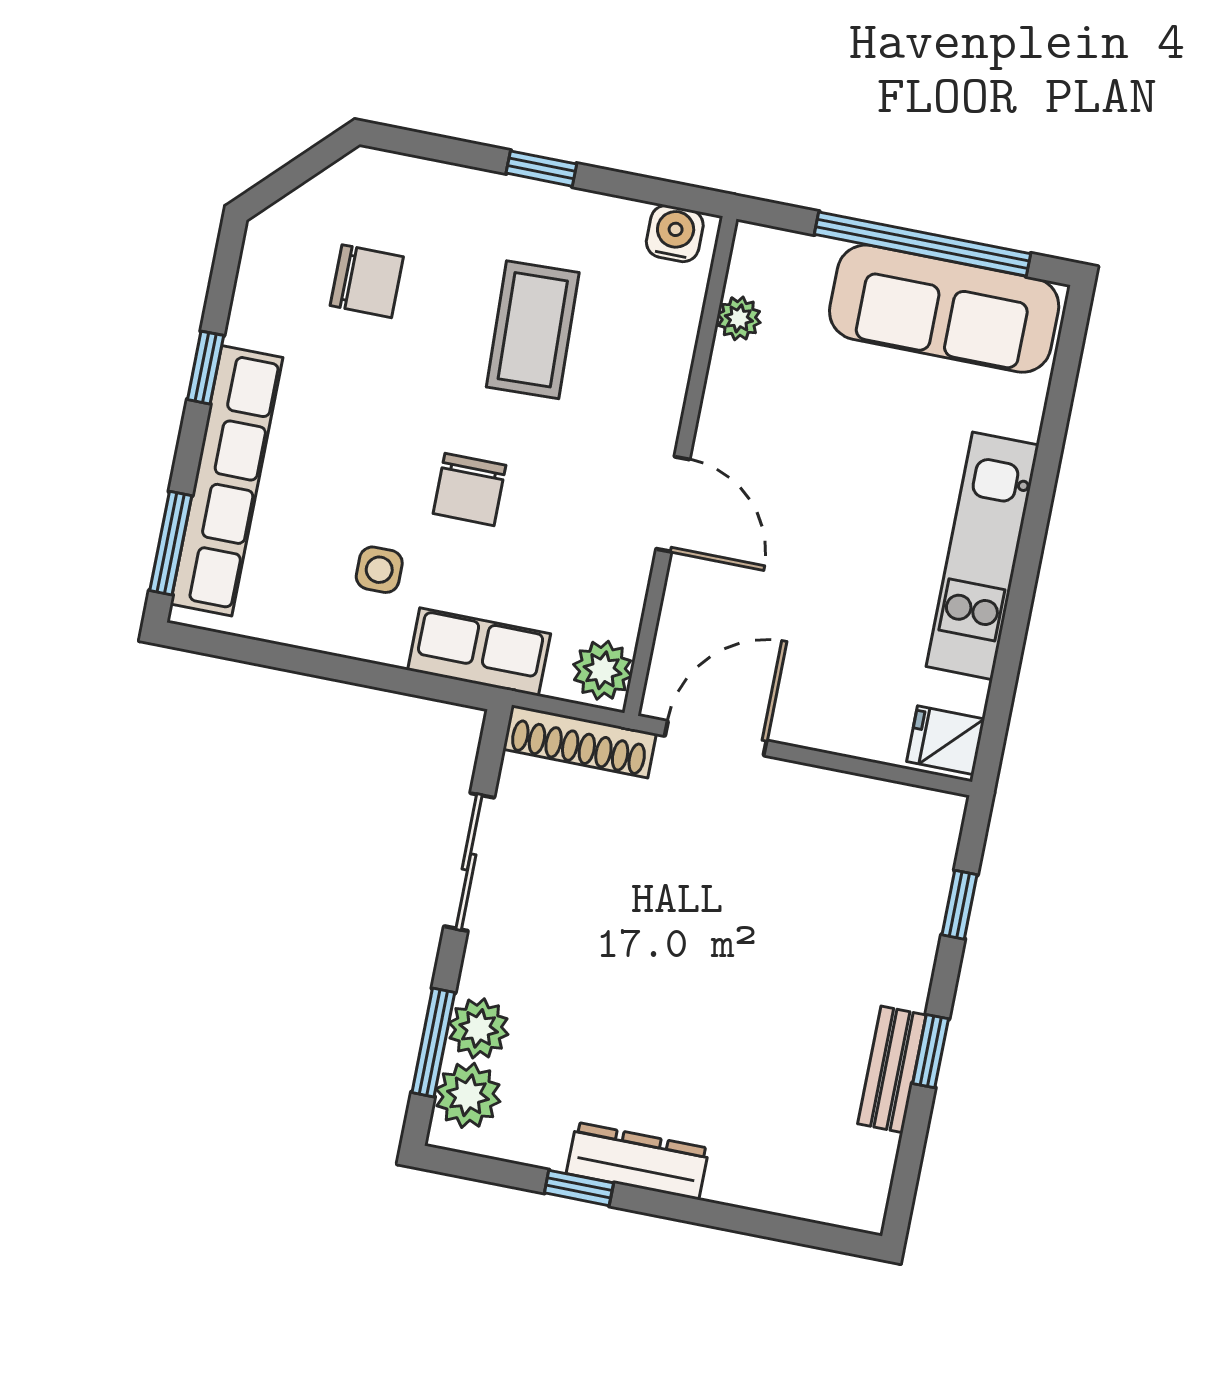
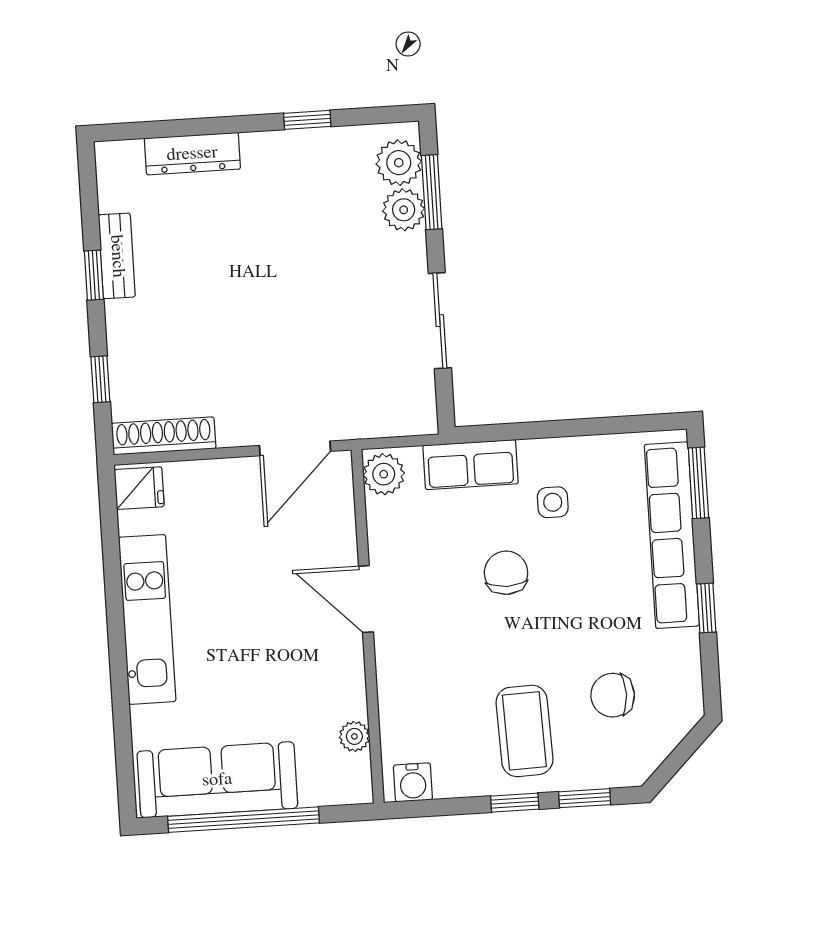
window: (443, 149) -> (585, 798), added
coffee table: (533, 330) -> (524, 731), moved
shoe rack: (580, 741) -> (164, 436), moved
dresser: (638, 1161) -> (192, 154), moved

